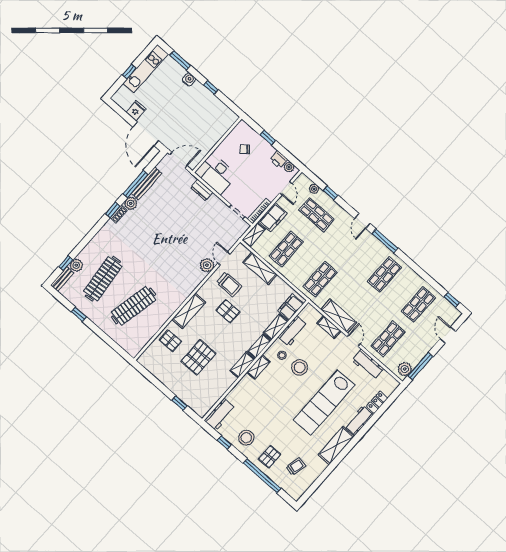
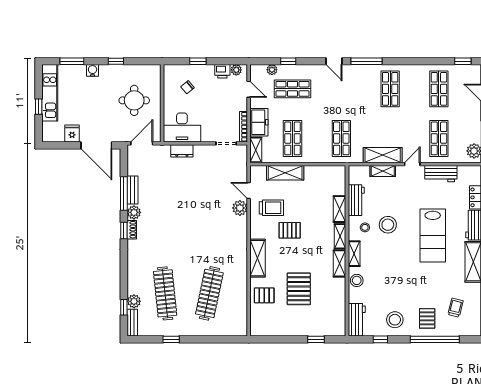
round table: (200, 126) -> (134, 100), added
bench: (147, 183) -> (133, 190), width x0.73
filing cabinet: (291, 307) -> (338, 182), removed
door: (354, 340) -> (412, 164), hinge flipped
stool: (244, 387) -> (357, 280), added
lab bench: (324, 402) -> (433, 236), width x0.73

